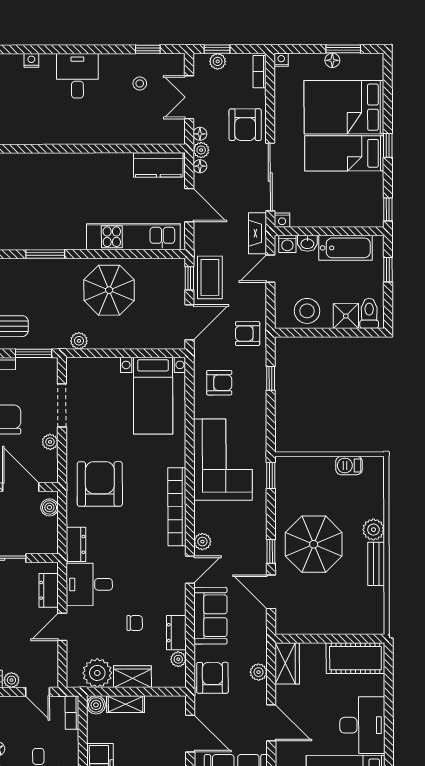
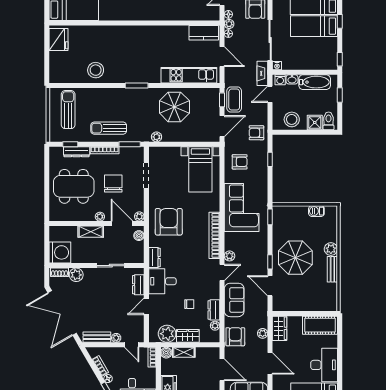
plant: (50, 442) -> (139, 216), moved

